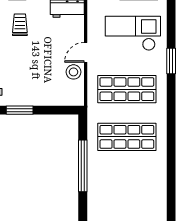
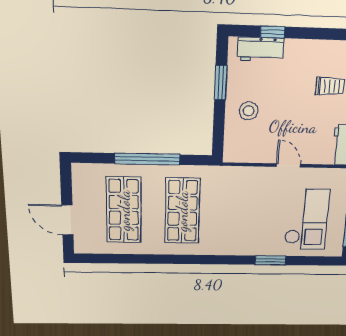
stool: (74, 72) -> (249, 111), moved
shop shelf: (127, 89) -> (124, 210), moved

